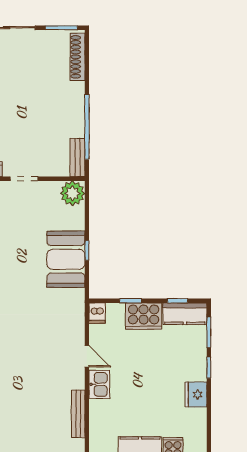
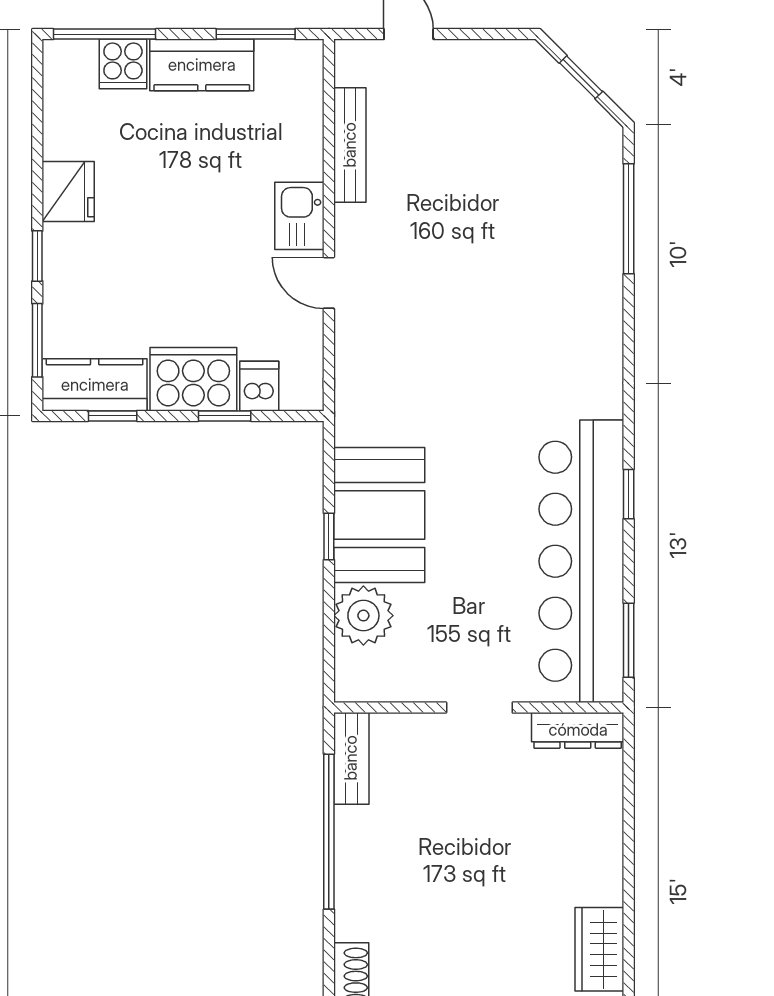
plant: (72, 193) -> (363, 616), moved
dishwasher: (97, 313) -> (259, 386), moved

